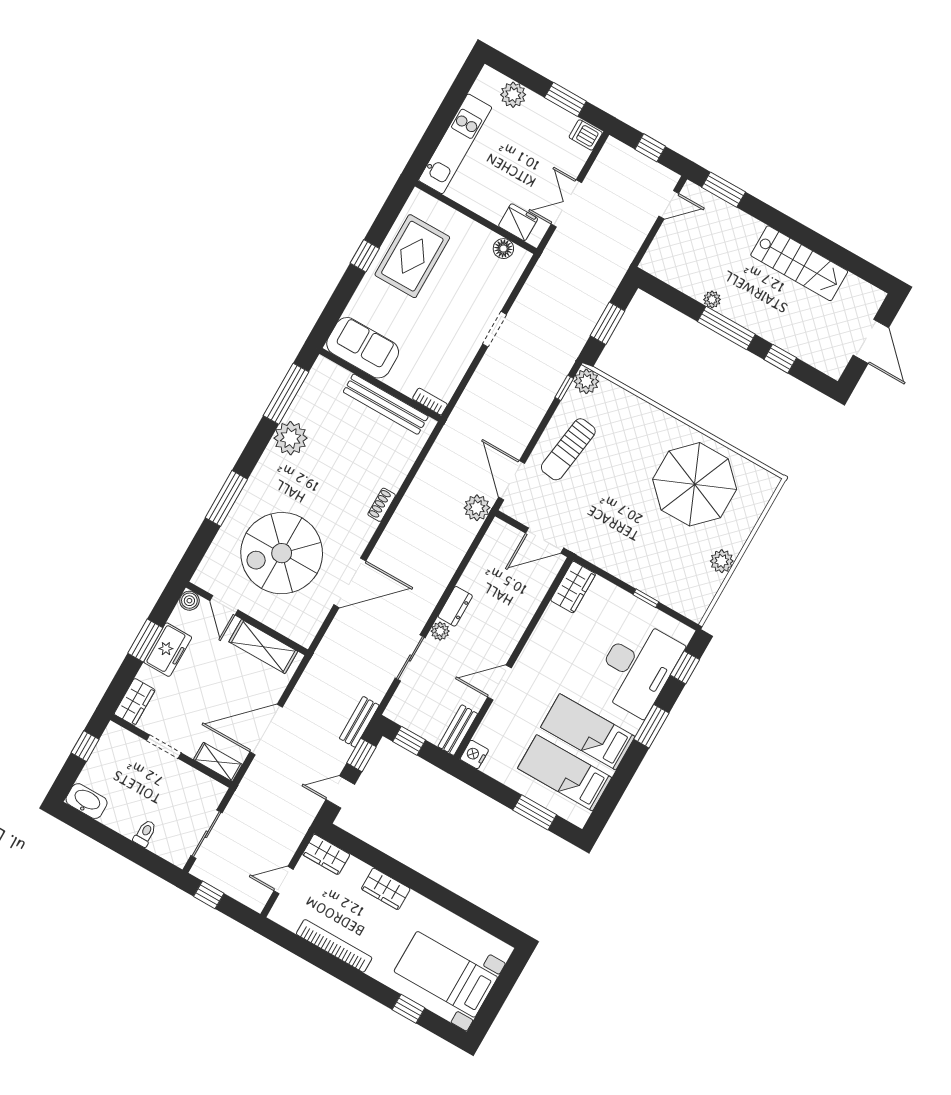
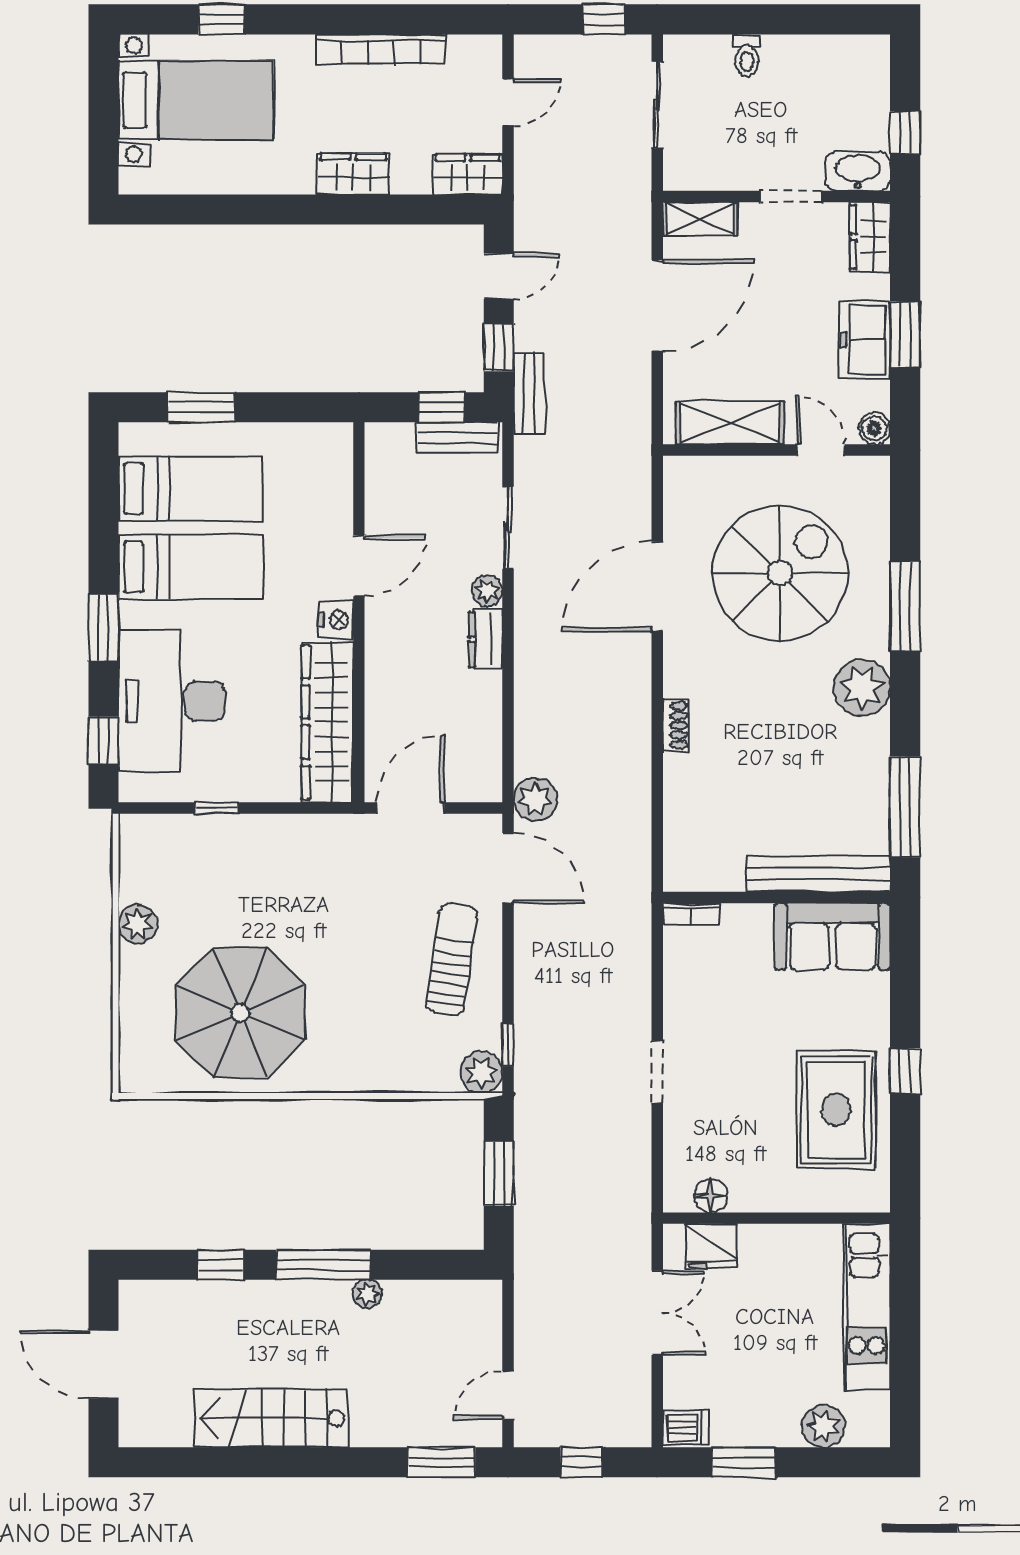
bench: (386, 404) -> (818, 874), moved
plant: (291, 438) -> (862, 688), moved
wardrobe: (573, 587) -> (327, 722), width x2.10, depth x1.17
bench: (458, 730) -> (457, 438), moved, turned 90
nightstand: (474, 754) -> (336, 620), moved
washbasin: (87, 801) -> (858, 171), moved, turned 180

